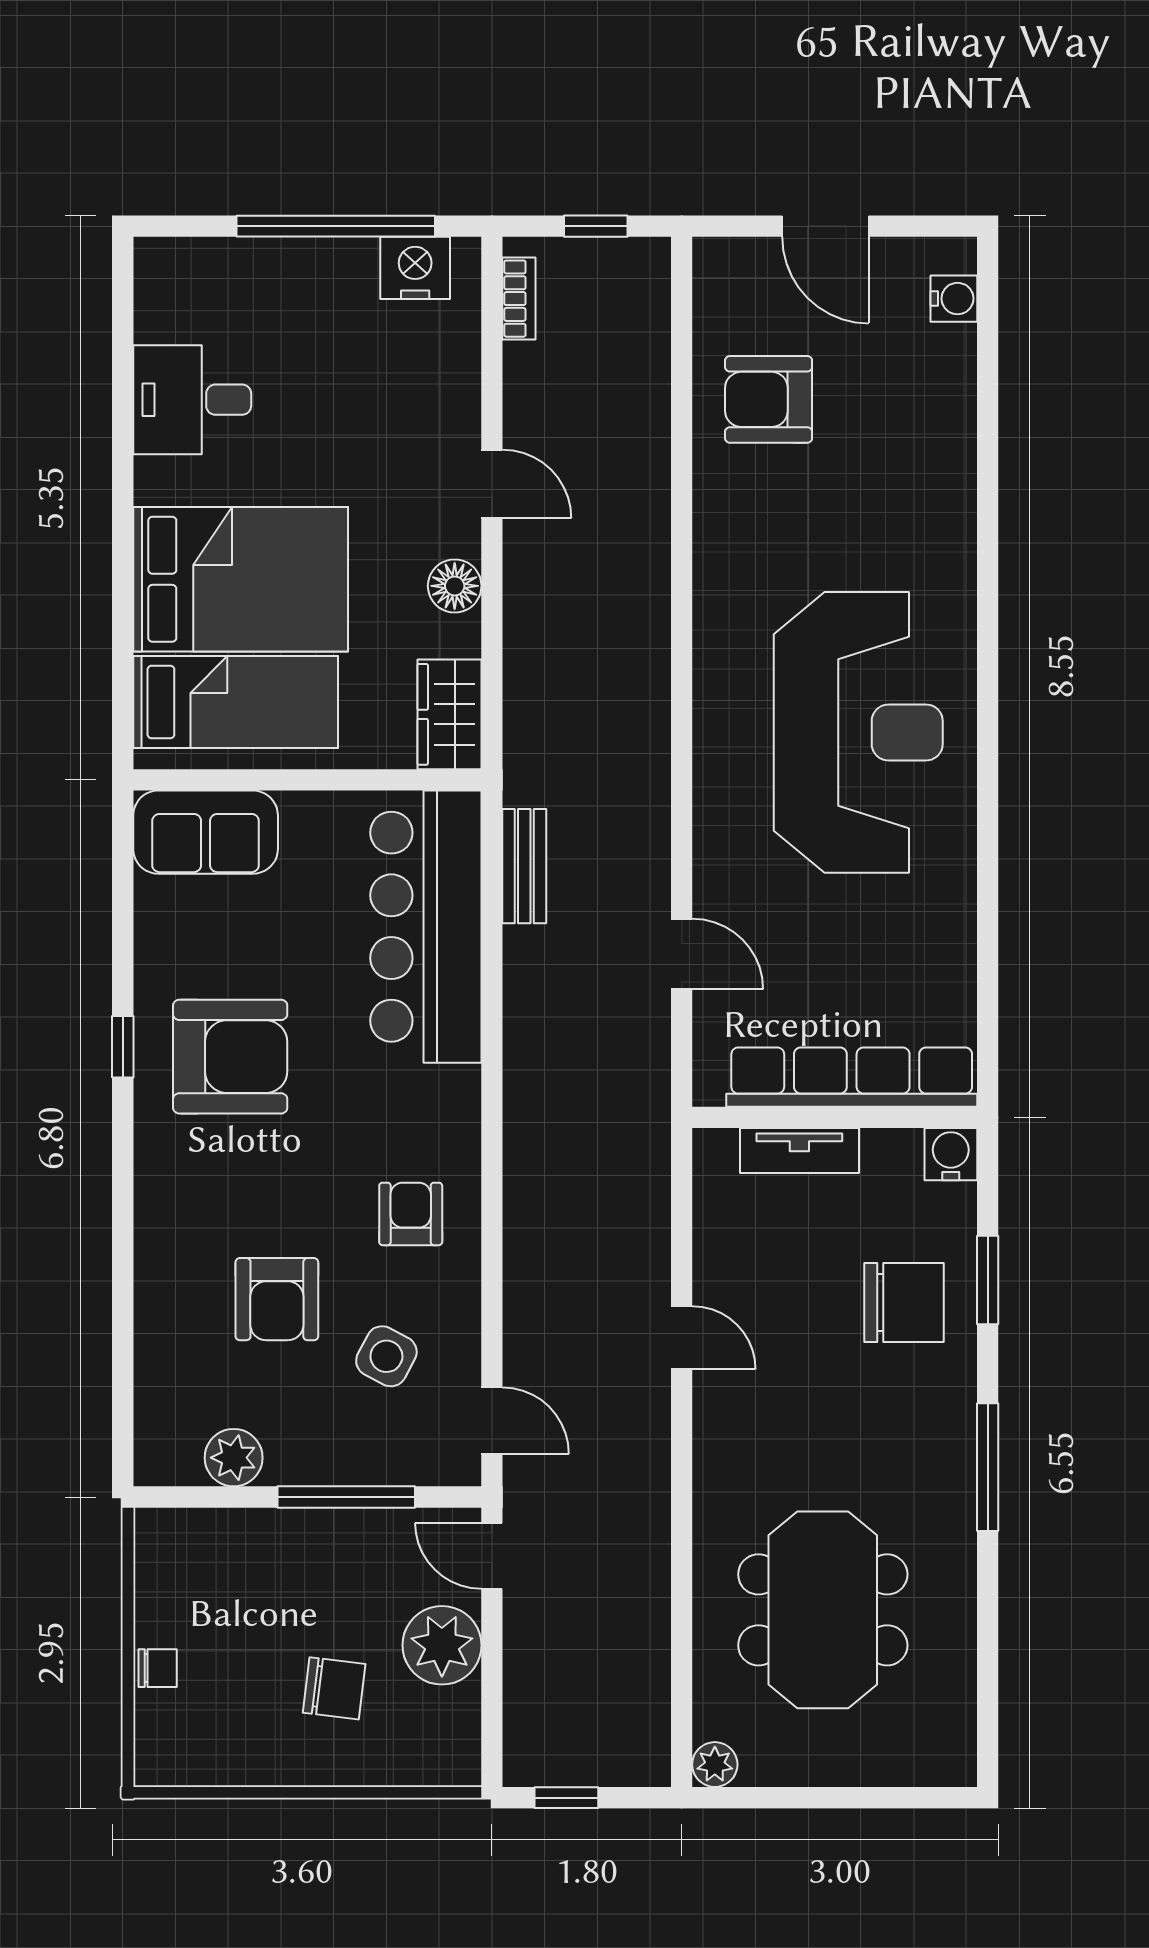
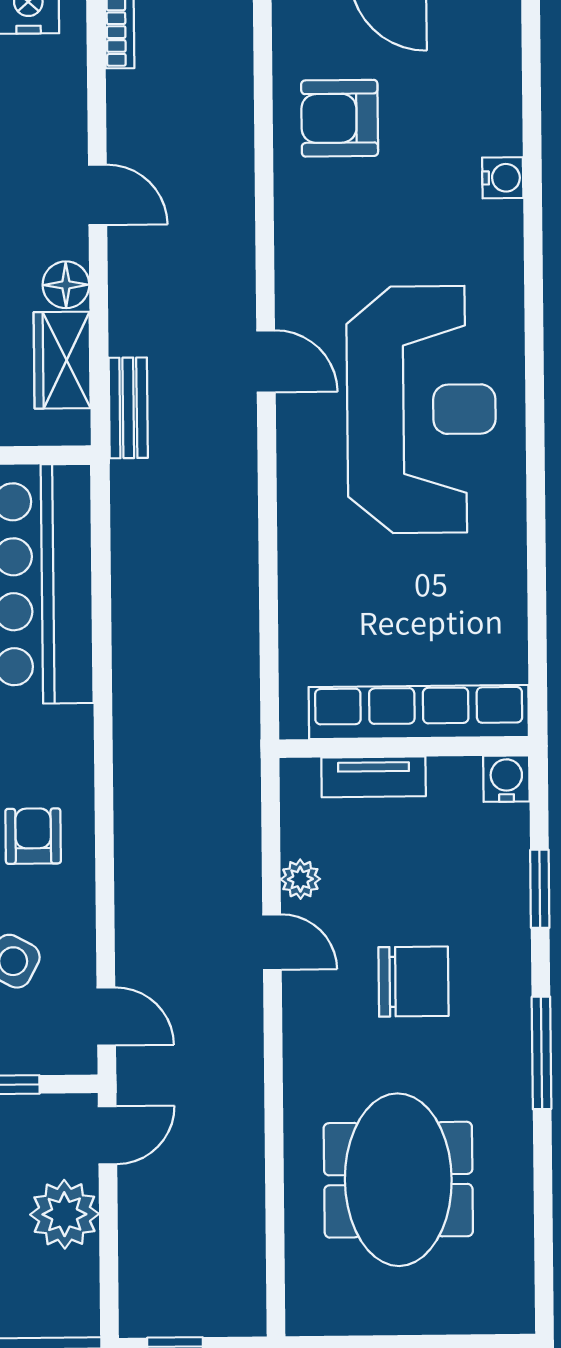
water cooler: (954, 299) -> (503, 178), moved
wardrobe: (449, 714) -> (62, 360), moved
bench: (524, 866) -> (128, 408), moved
door: (682, 954) -> (266, 361), moved
chair: (904, 1303) -> (413, 982), moved
door: (492, 1556) -> (107, 1135), swing flipped
plant: (715, 1765) -> (300, 879), moved

